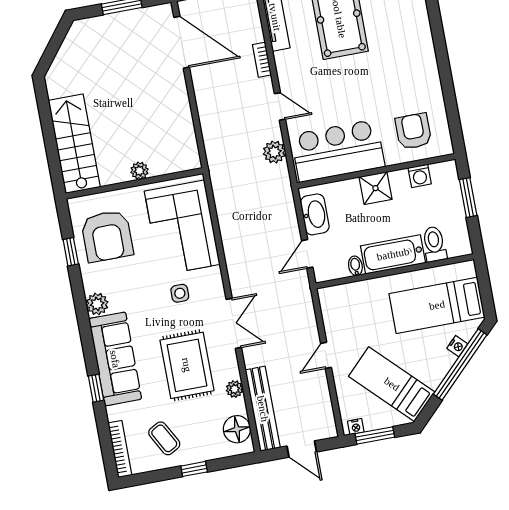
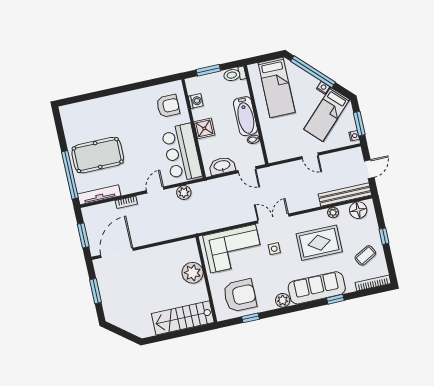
armchair: (413, 131) -> (168, 106), turned 180
plant: (139, 171) -> (193, 273), width x1.87, depth x1.87
toilet: (434, 244) -> (235, 74), moved
double door: (234, 323) -> (273, 218), moved
nightstand: (457, 346) -> (323, 88), moved

